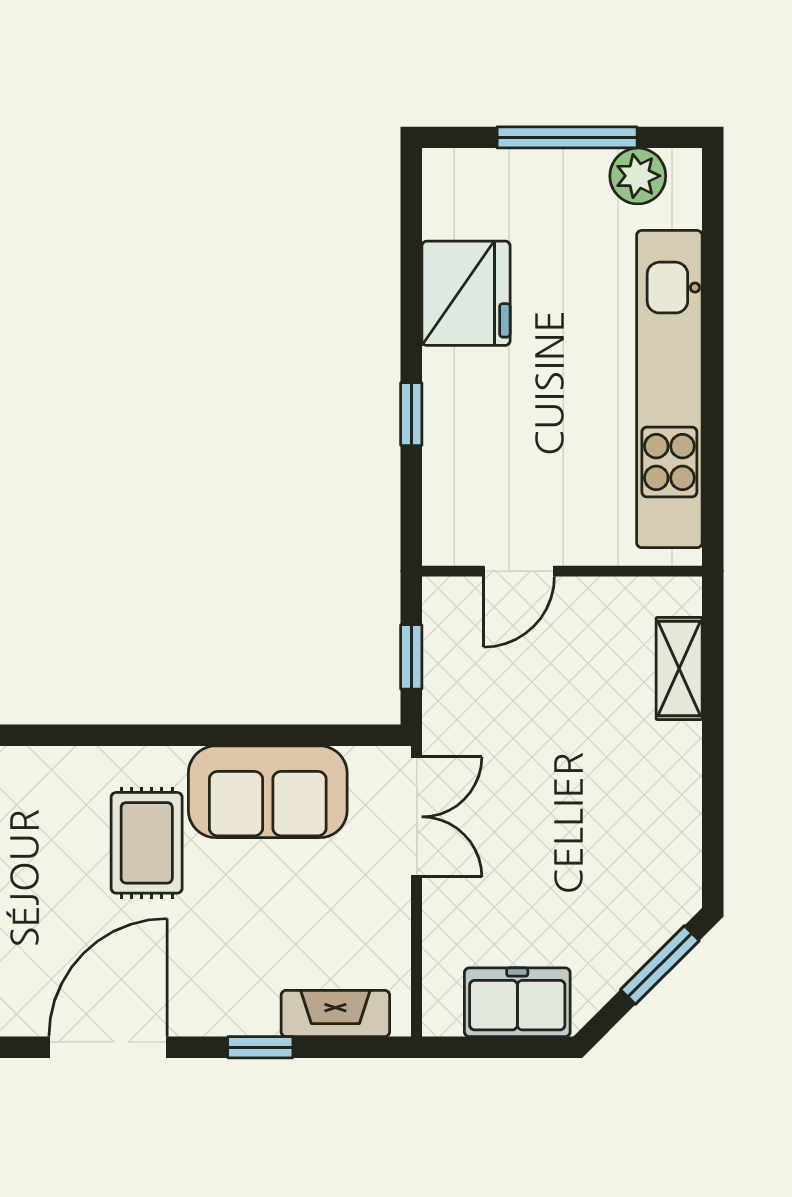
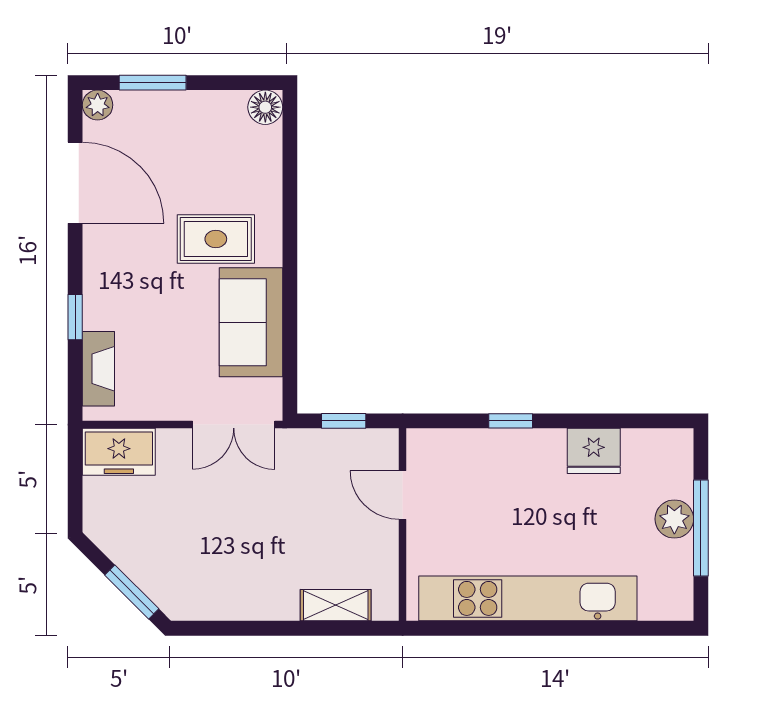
plant: (638, 176) -> (674, 519), moved
fridge: (466, 293) -> (594, 451), width x0.73, depth x0.75
freezer: (517, 1002) -> (119, 452), moved, turned 90
door: (108, 1047) -> (75, 183), moved

